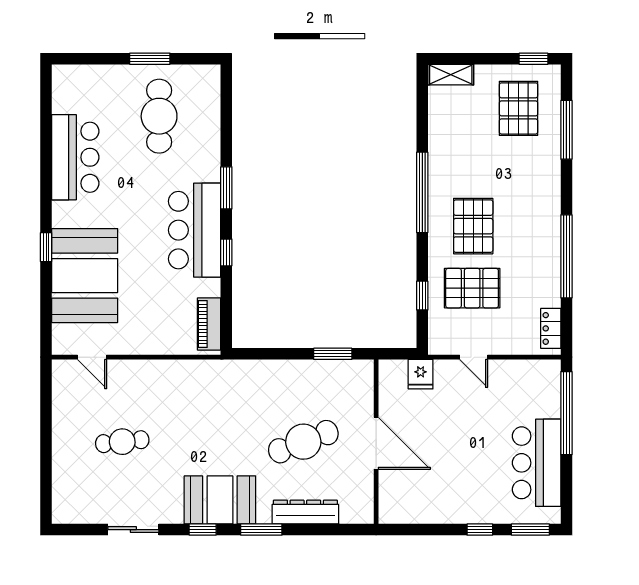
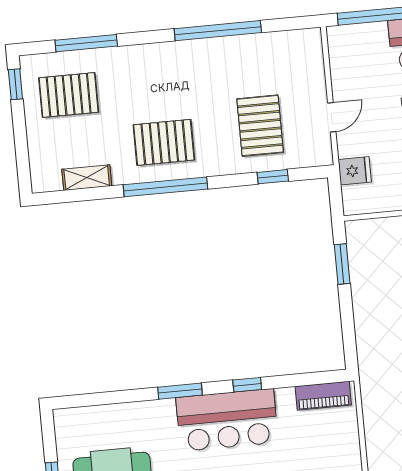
shelving: (451, 75) -> (87, 178), moved, turned 90
pallet: (473, 226) -> (164, 142), moved
locker: (551, 328) -> (294, 40), removed

